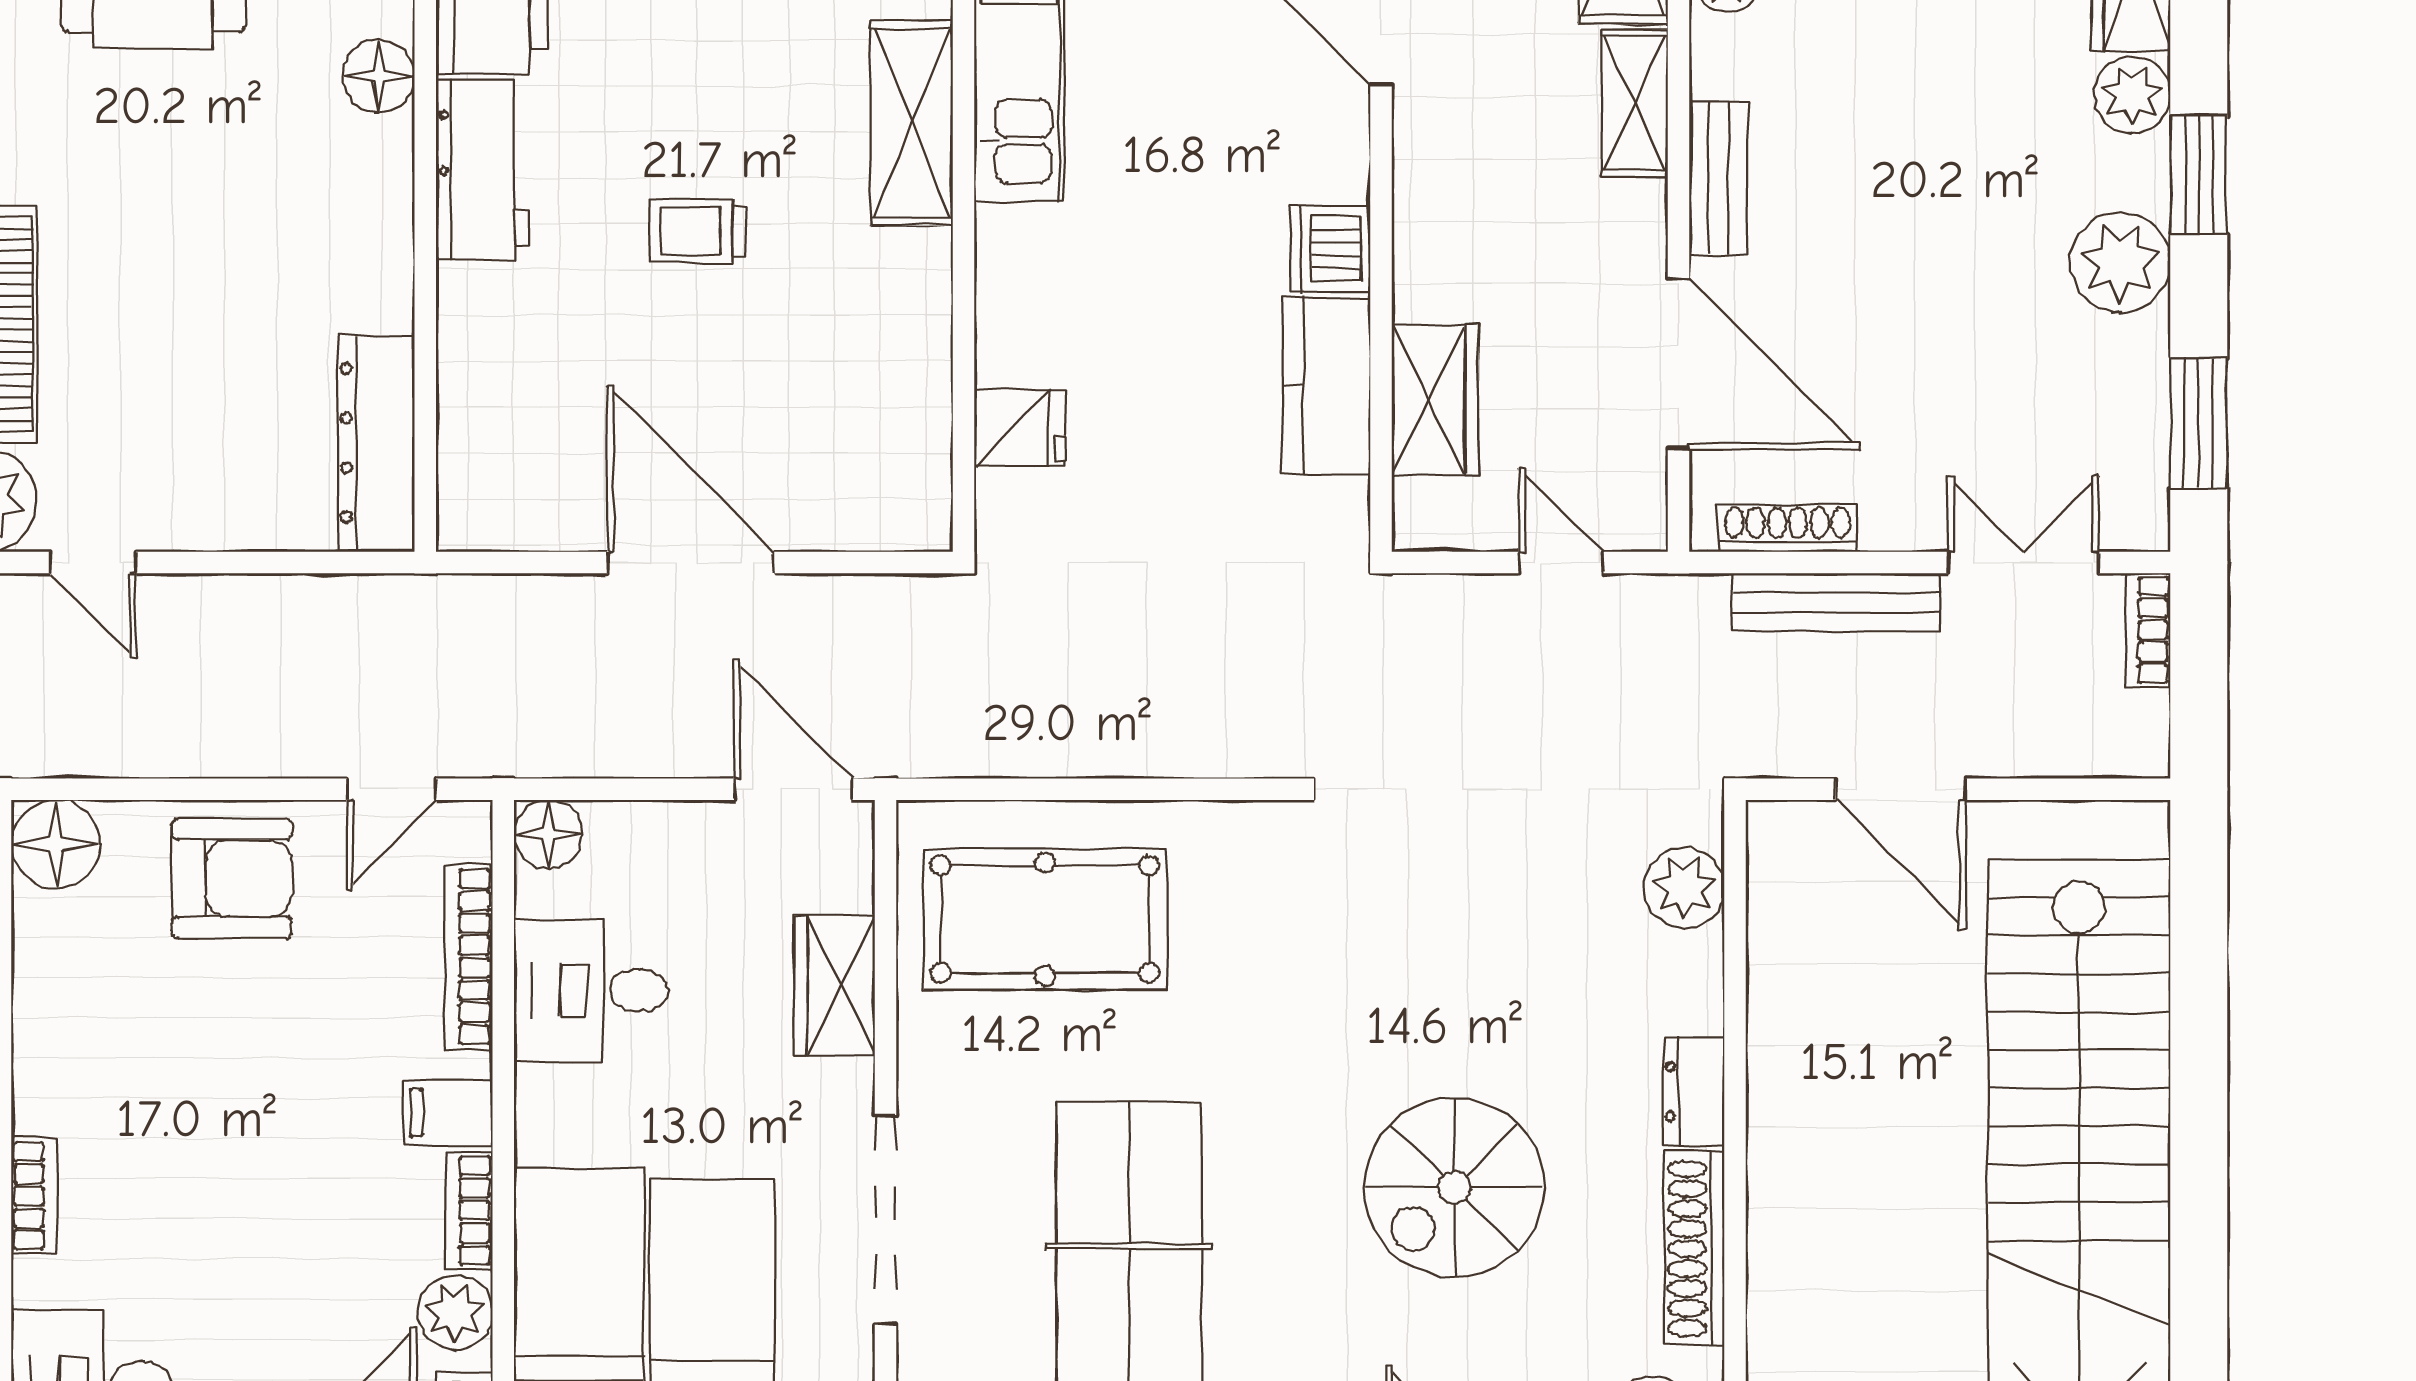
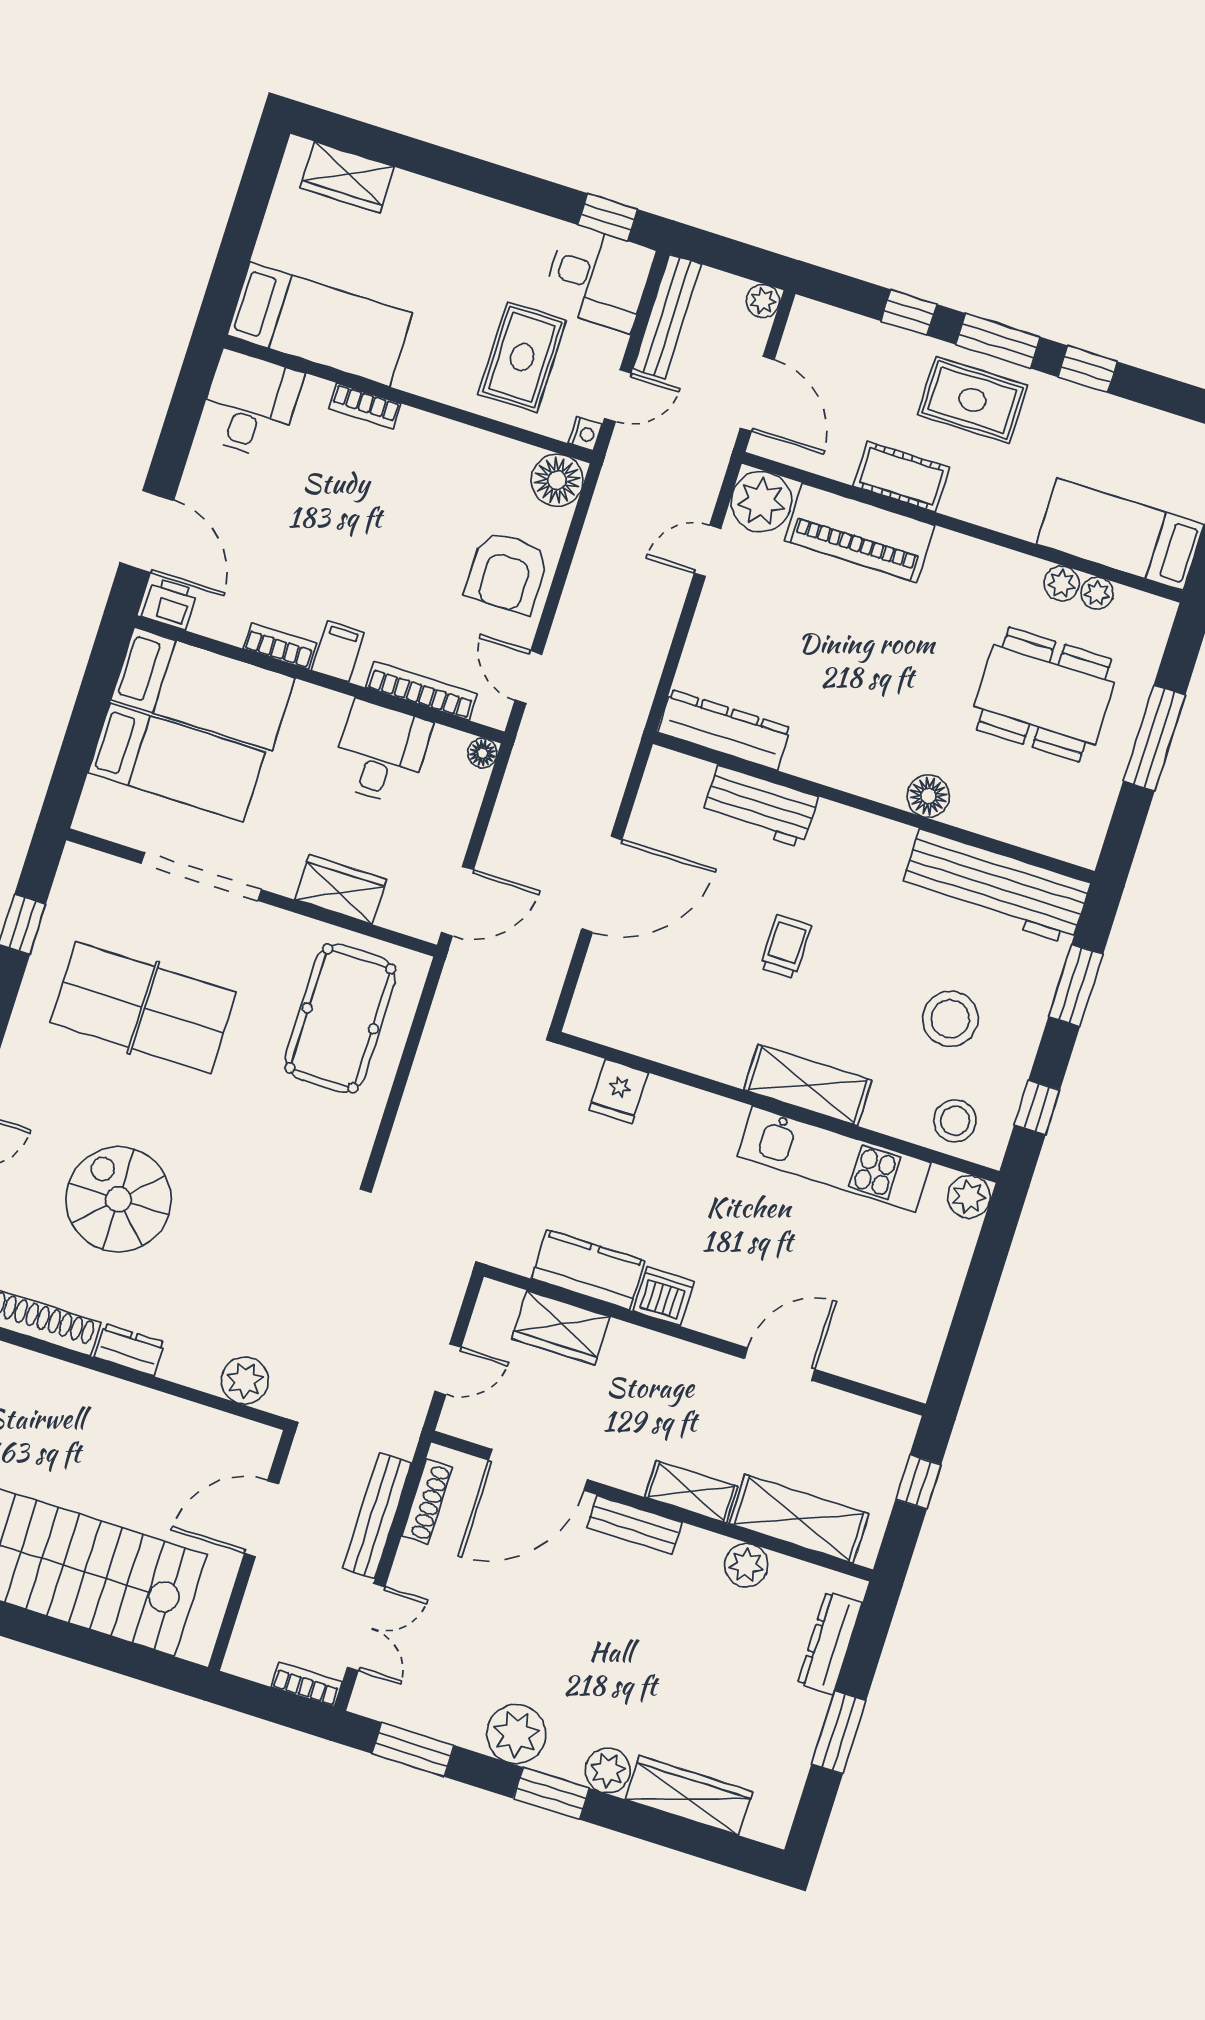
workbench: (483, 170) -> (760, 806), moved
floor lamp: (548, 834) -> (482, 753), width x0.73, depth x0.73
plant: (455, 1312) -> (226, 620), removed

